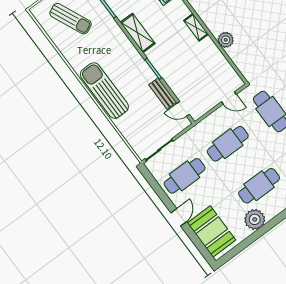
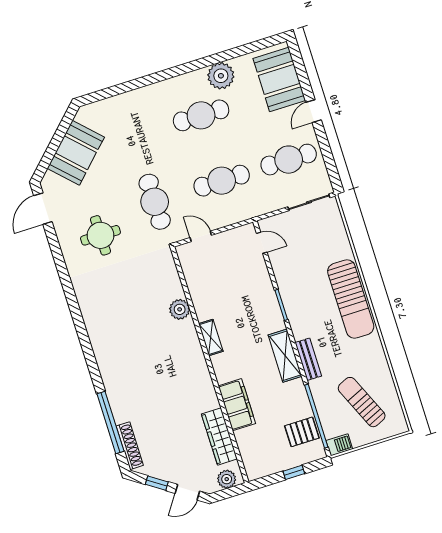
bench: (163, 93) -> (308, 359), moved

